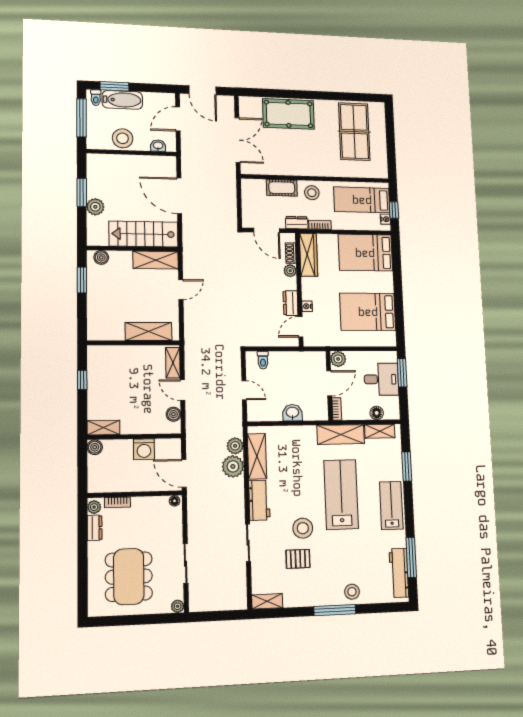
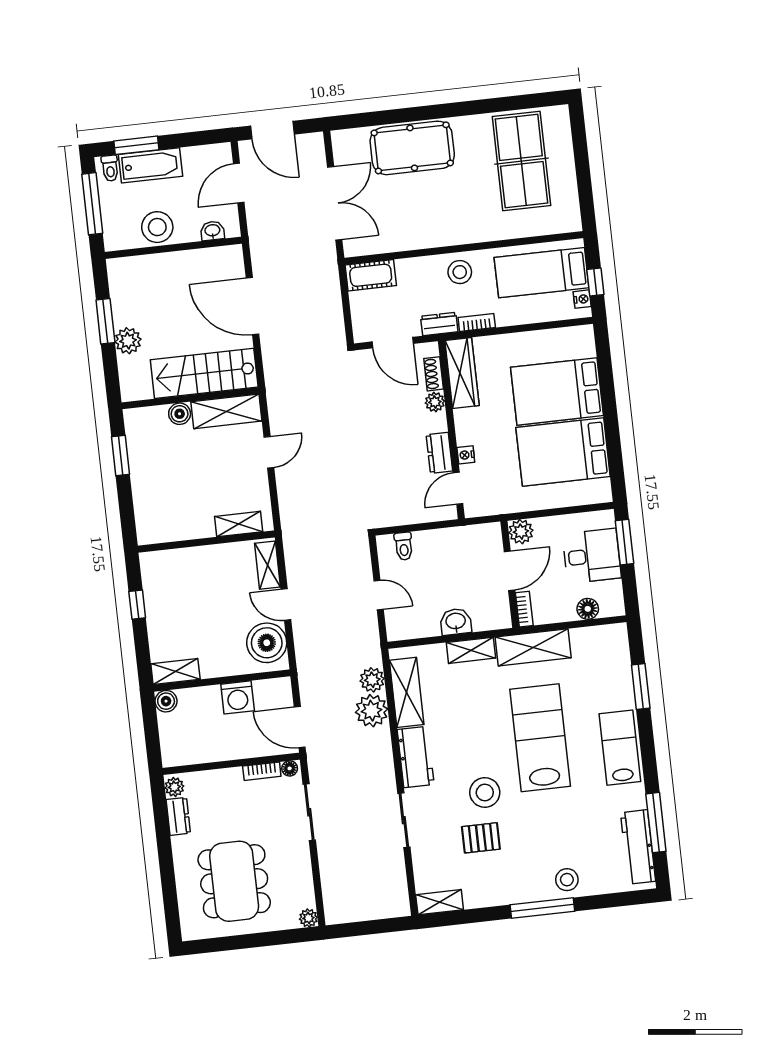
cot: (282, 188) -> (371, 275), moved
bed: (365, 253) -> (557, 391), moved
boiler: (101, 257) -> (180, 414), moved
shelving: (149, 331) -> (239, 524), width x0.67, depth x0.75
boiler: (173, 414) -> (267, 643), width x1.86, depth x1.86
shelving: (380, 431) -> (471, 650), moved
bookcase: (118, 502) -> (262, 771), moved
sliding door: (186, 564) -> (309, 812), moved

